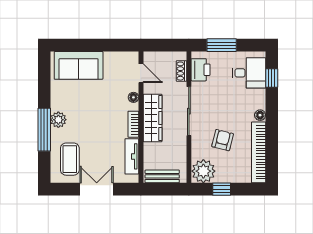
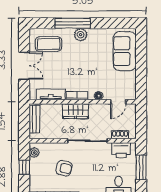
wardrobe: (153, 118) -> (75, 111), width x0.67
plant: (203, 171) -> (34, 153), width x0.53, depth x0.53

